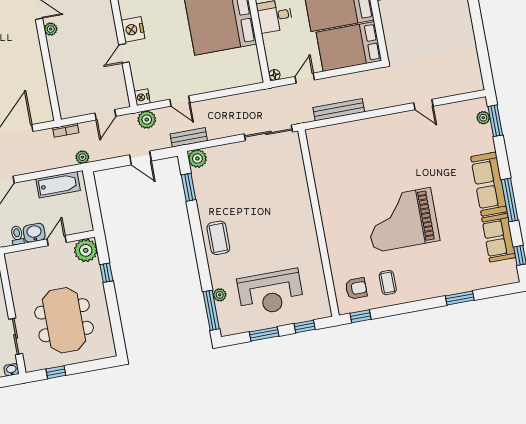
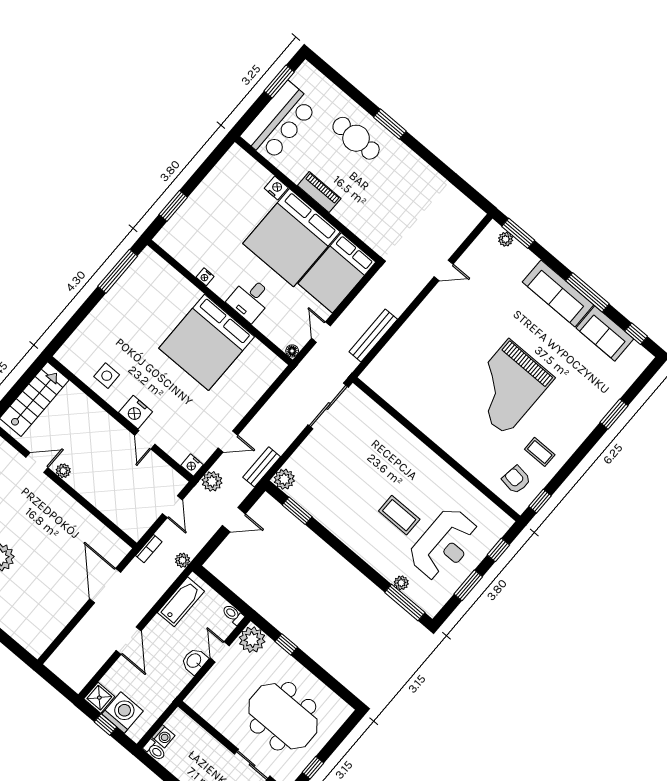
toilet: (17, 235) -> (233, 614), moved
coffee table: (218, 238) -> (399, 515), moved
armchair: (356, 288) -> (516, 480), turned -82

